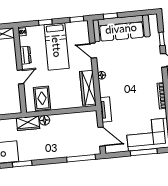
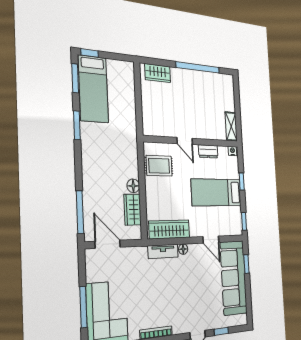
door: (93, 51) -> (211, 240), swing flipped
tv unit: (106, 110) -> (163, 251), moved
floor lamp: (45, 120) -> (133, 186), moved
wardrobe: (28, 123) -> (132, 210), moved
door: (101, 137) -> (108, 244), swing flipped

